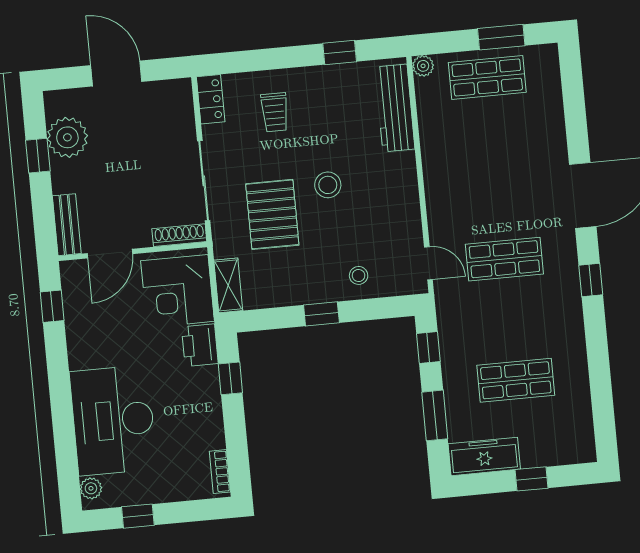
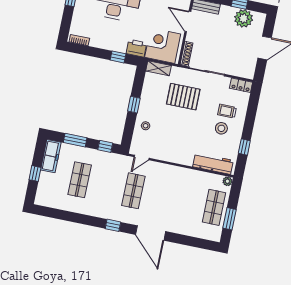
stool: (328, 185) -> (221, 128), moved

